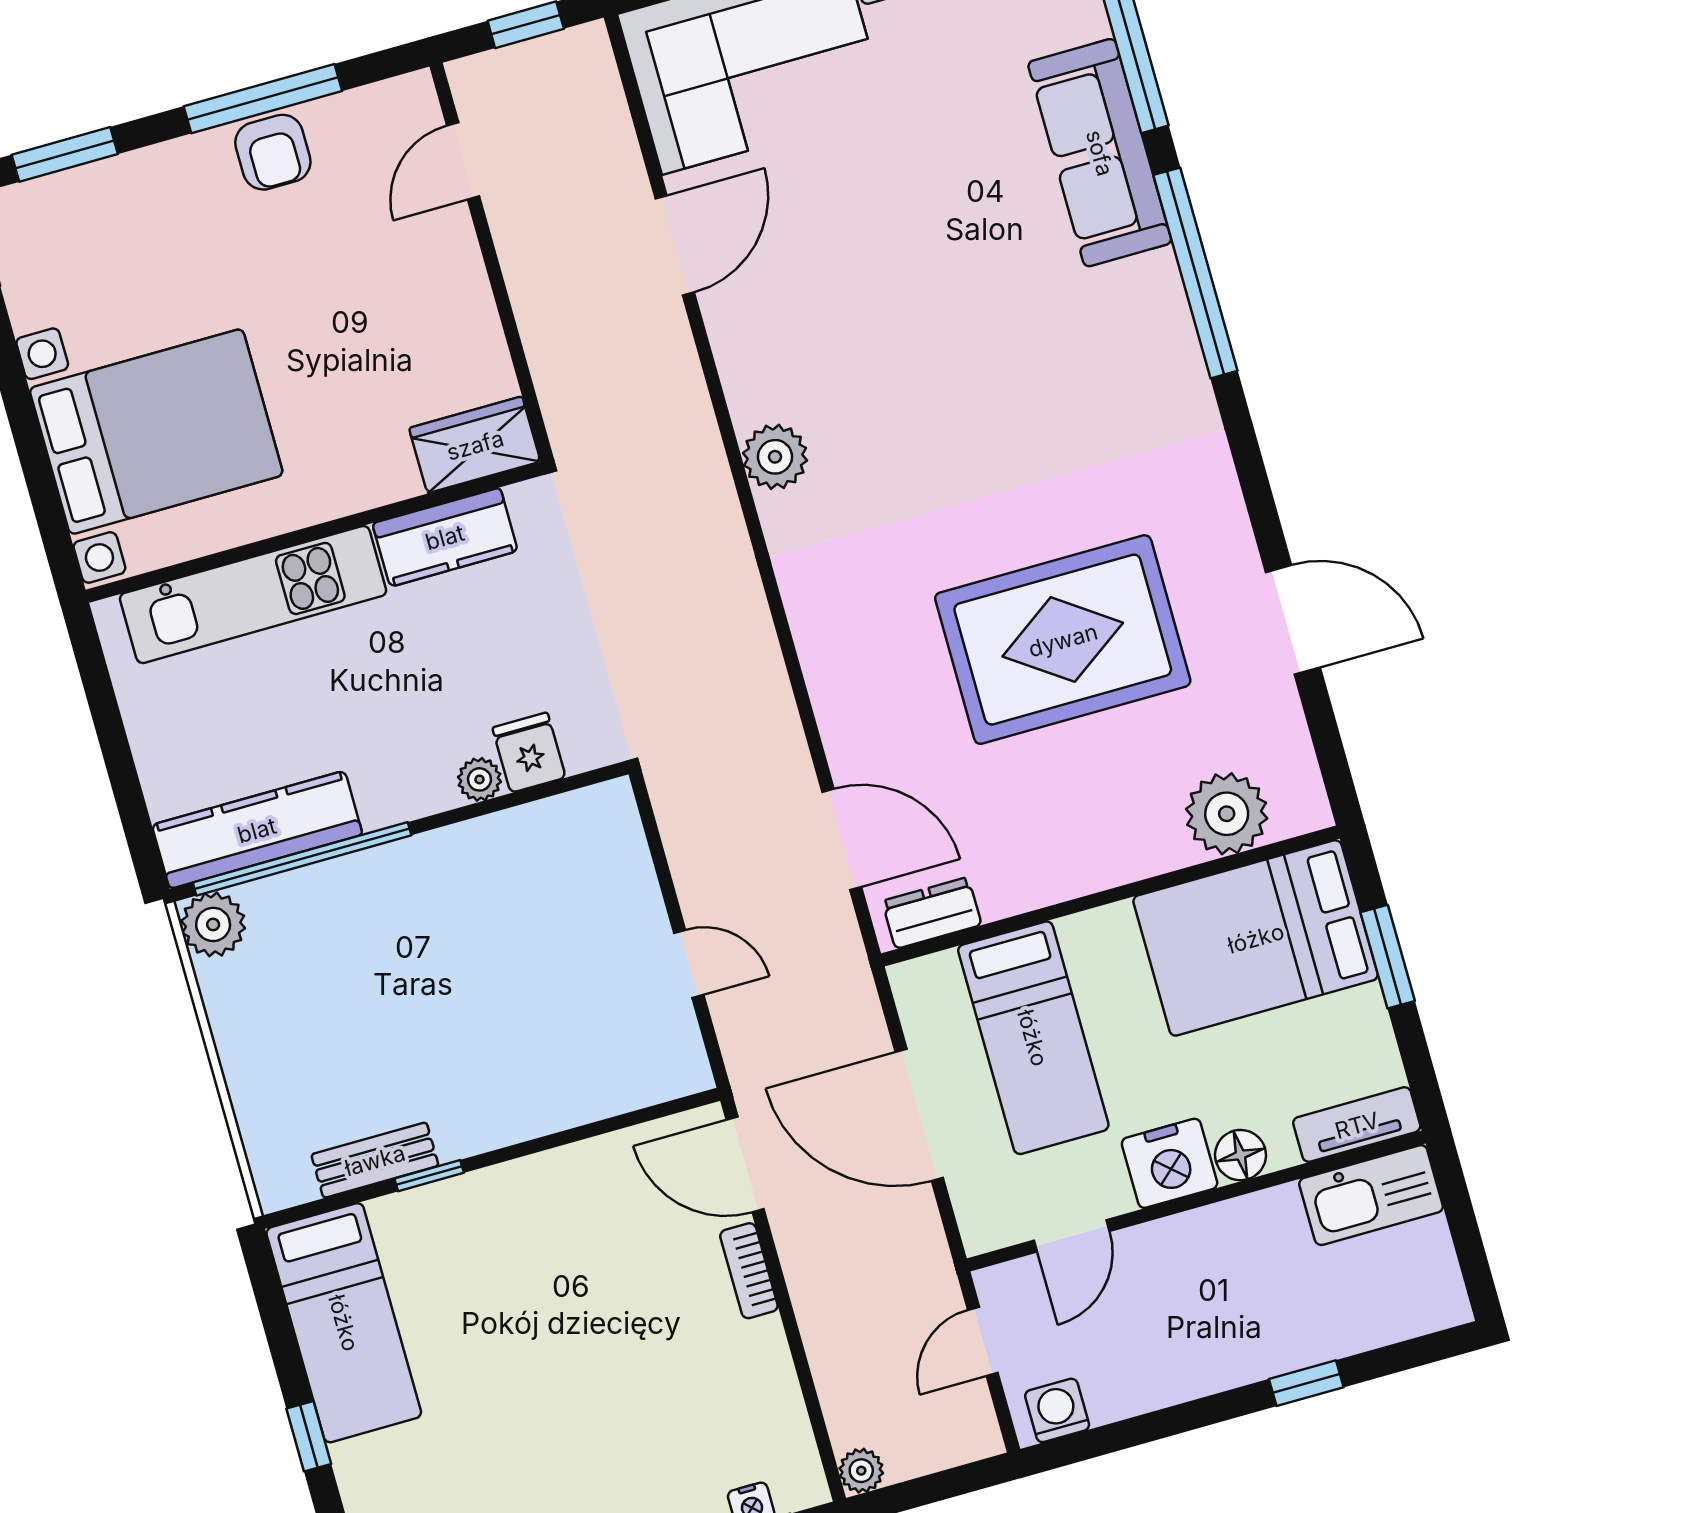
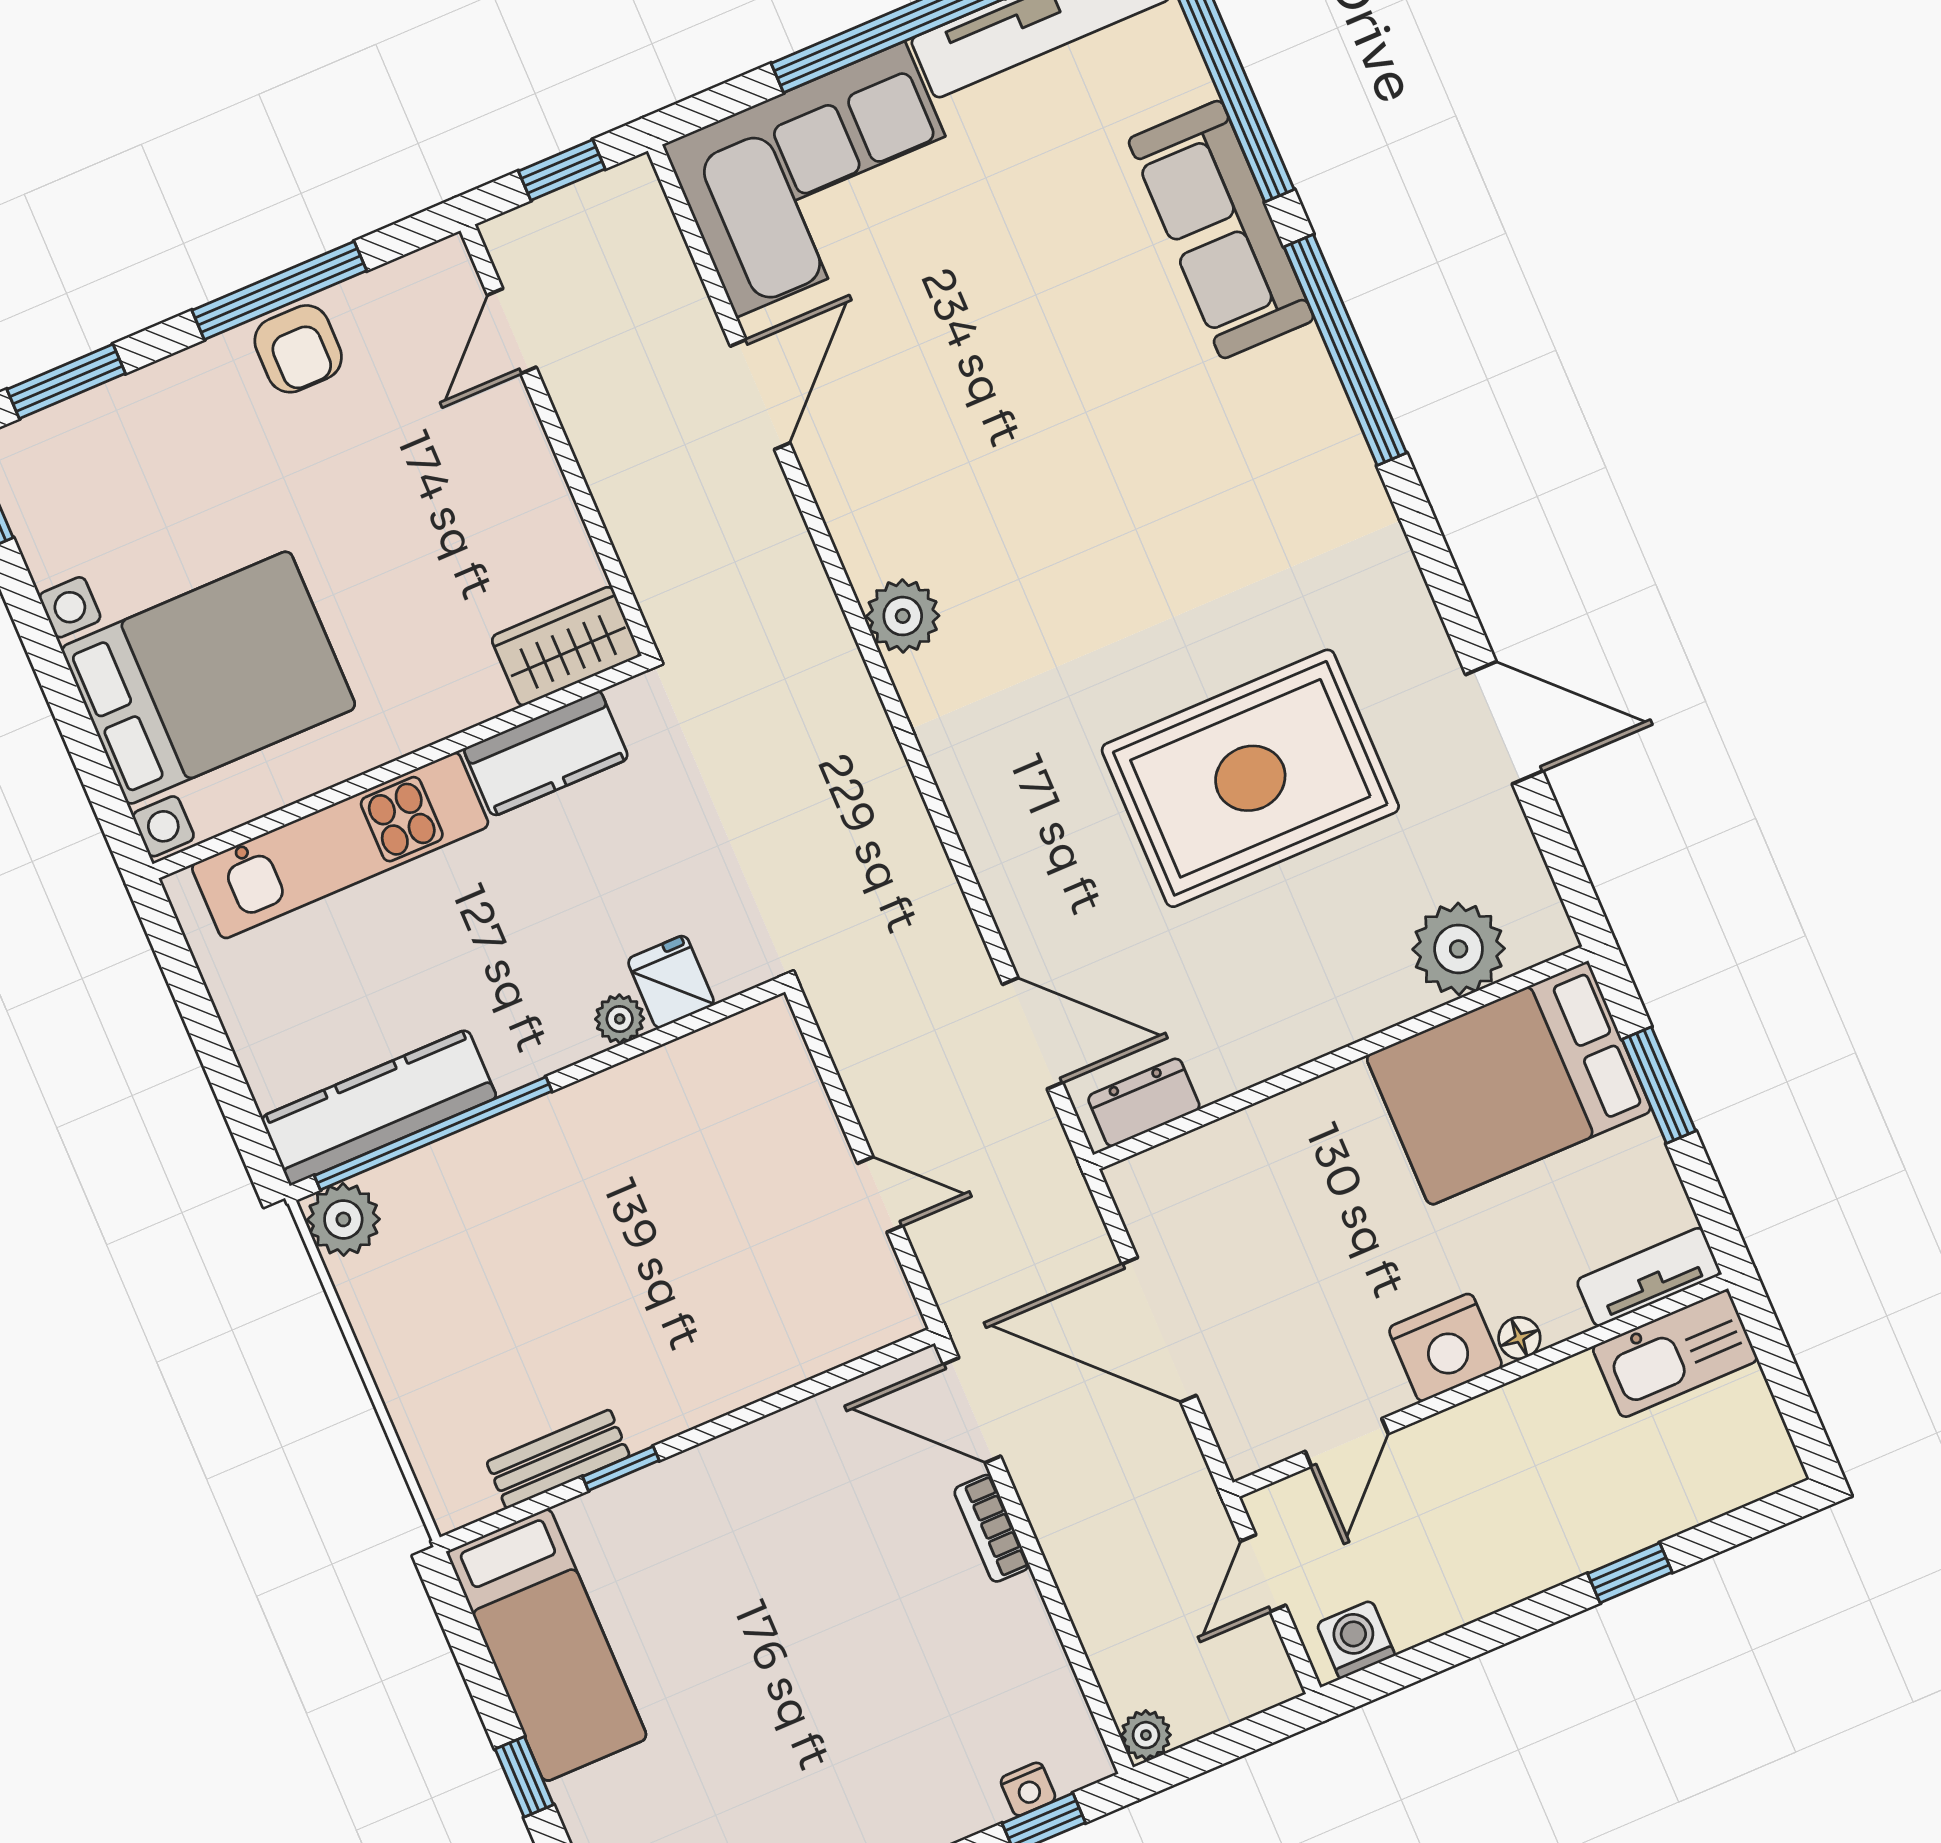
bed: (1033, 1038) -> (1275, 1227), removed
floor lamp: (1241, 1155) -> (1519, 1338), width x0.73, depth x0.73

